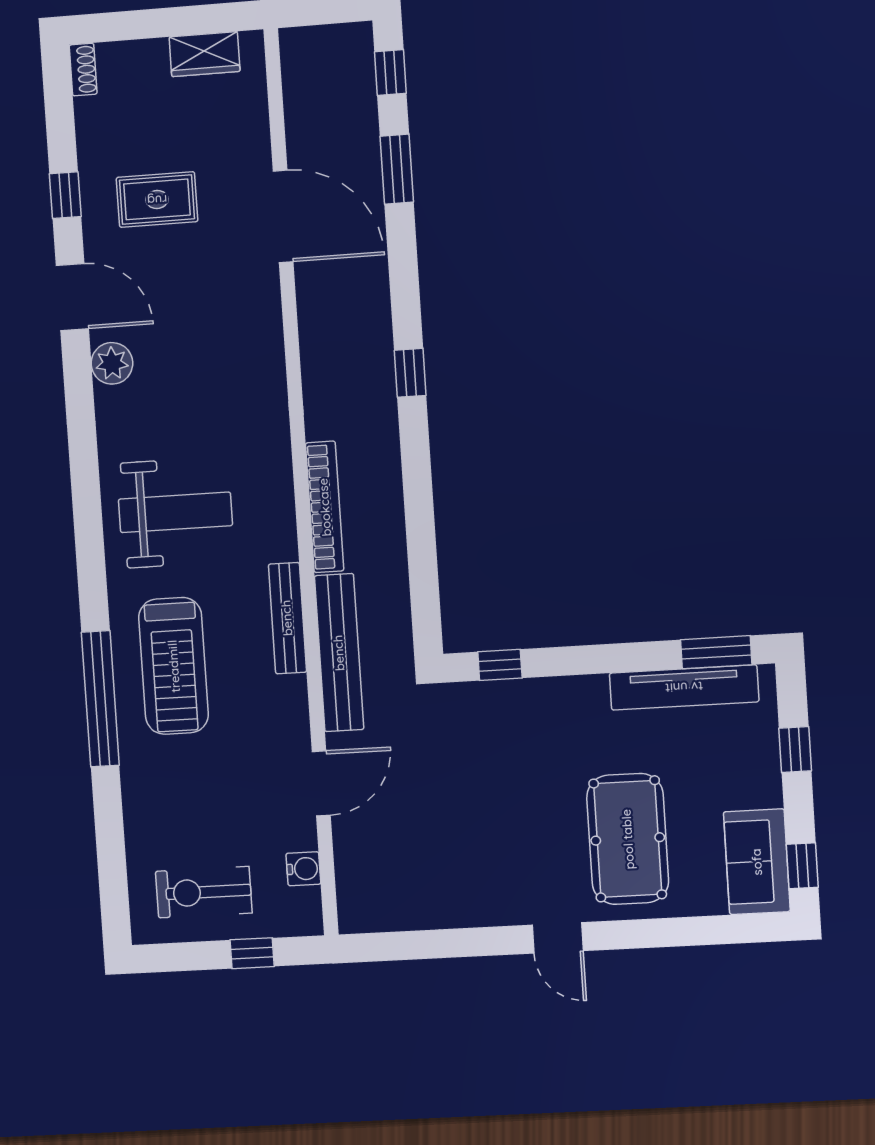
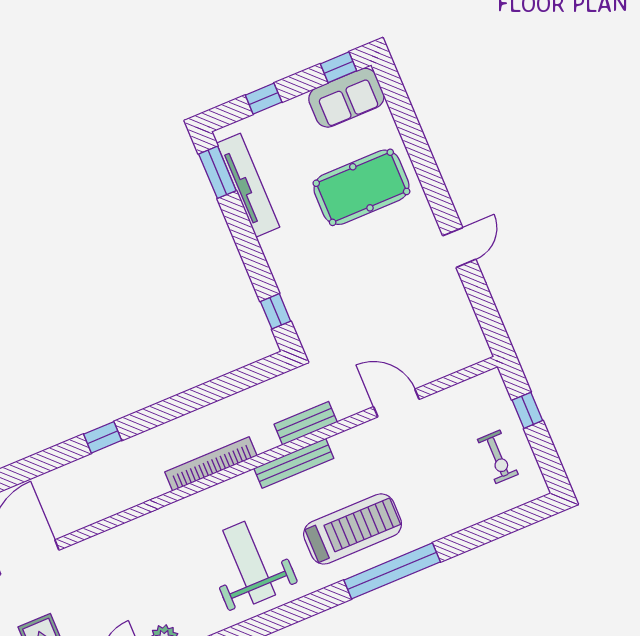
bench: (339, 653) -> (306, 423), width x0.54, depth x0.82
water cooler: (303, 869) -> (458, 395), removed
exercise bike: (204, 892) -> (498, 457), width x0.73, depth x0.72
door: (558, 938) -> (459, 248), moved

